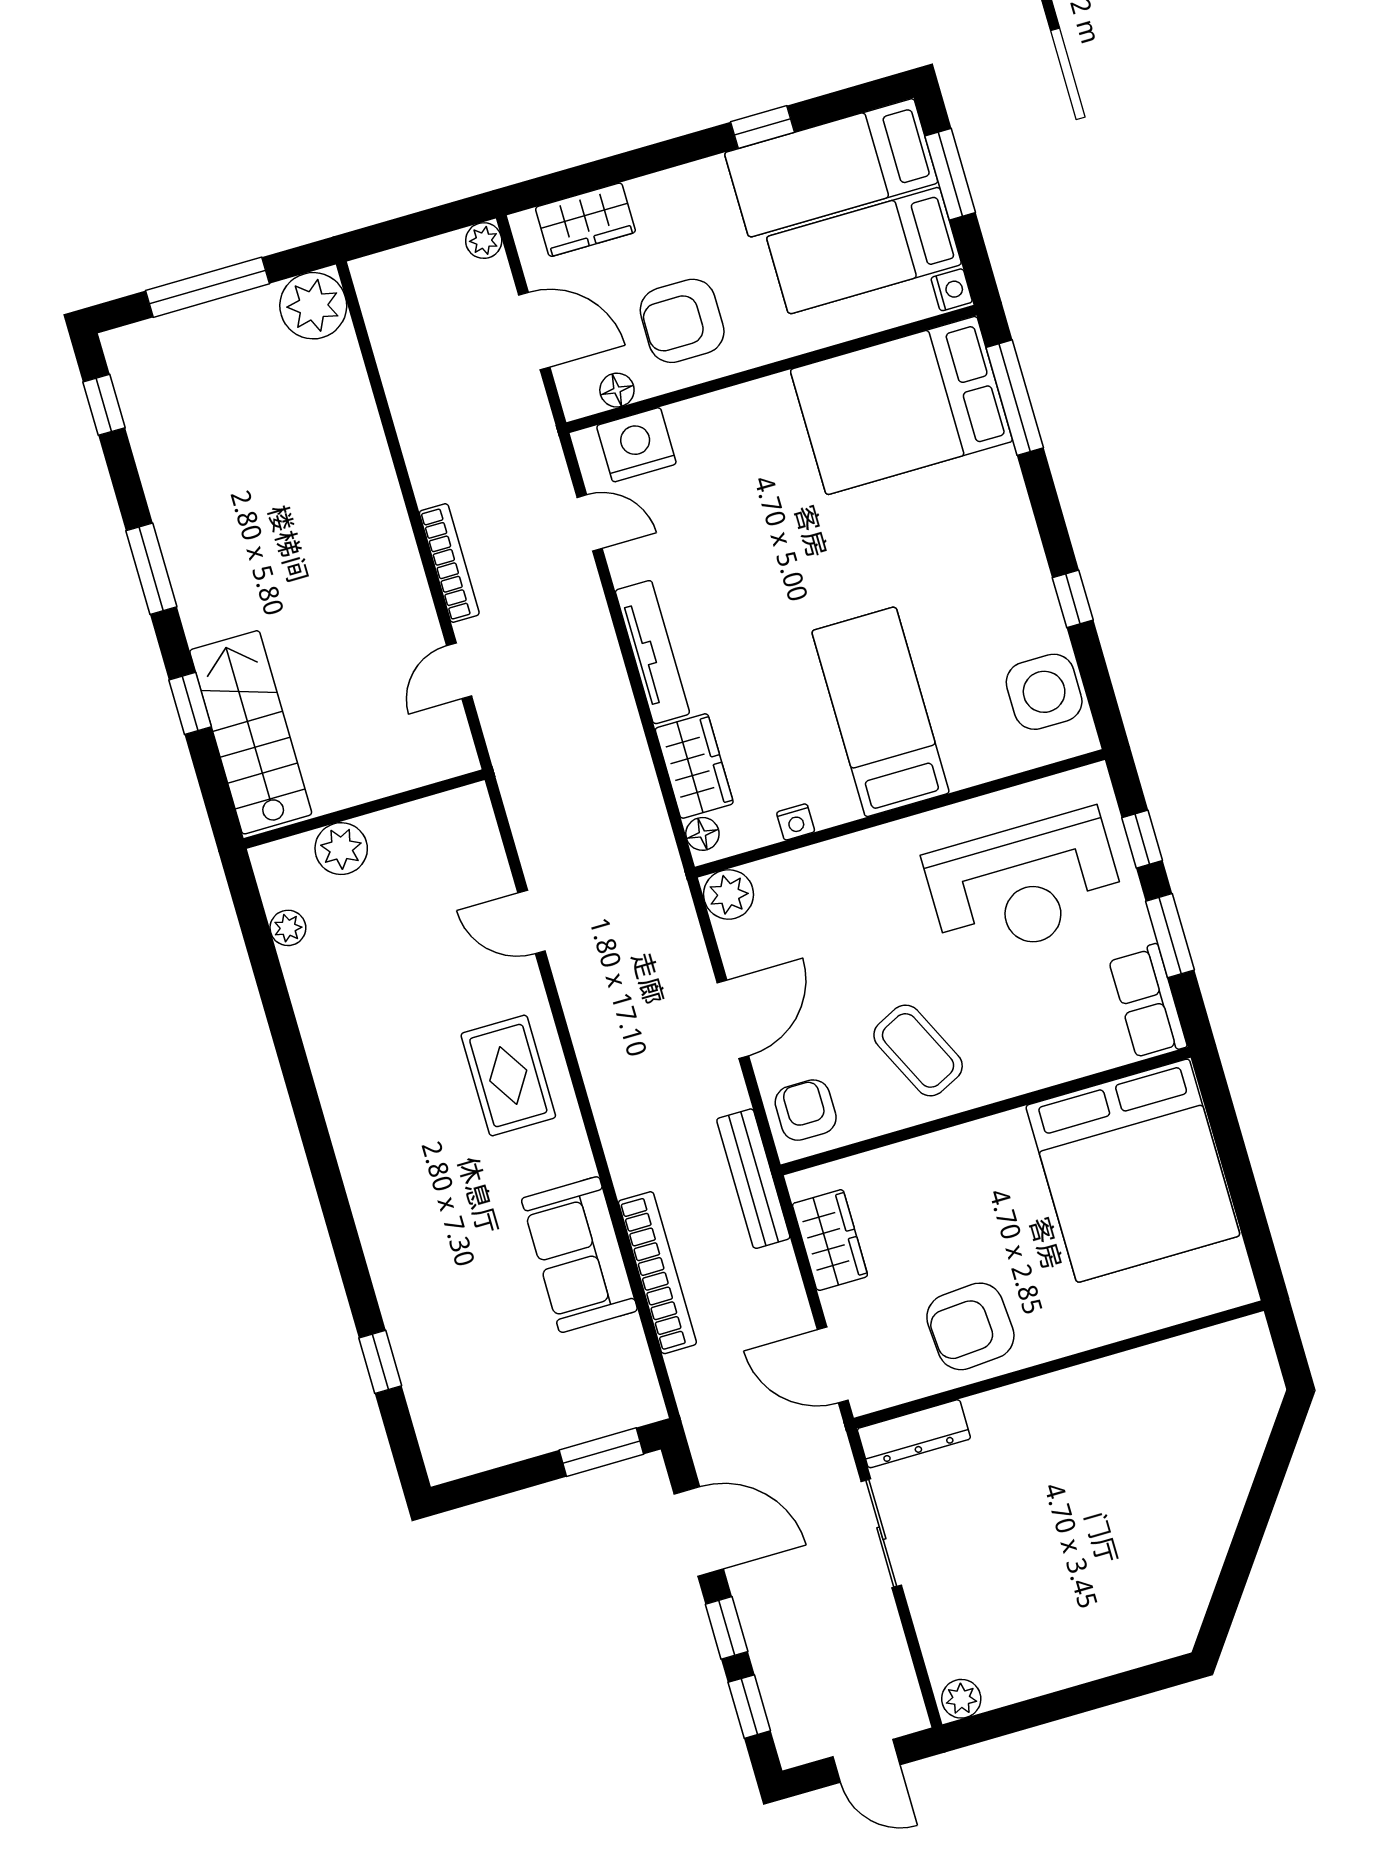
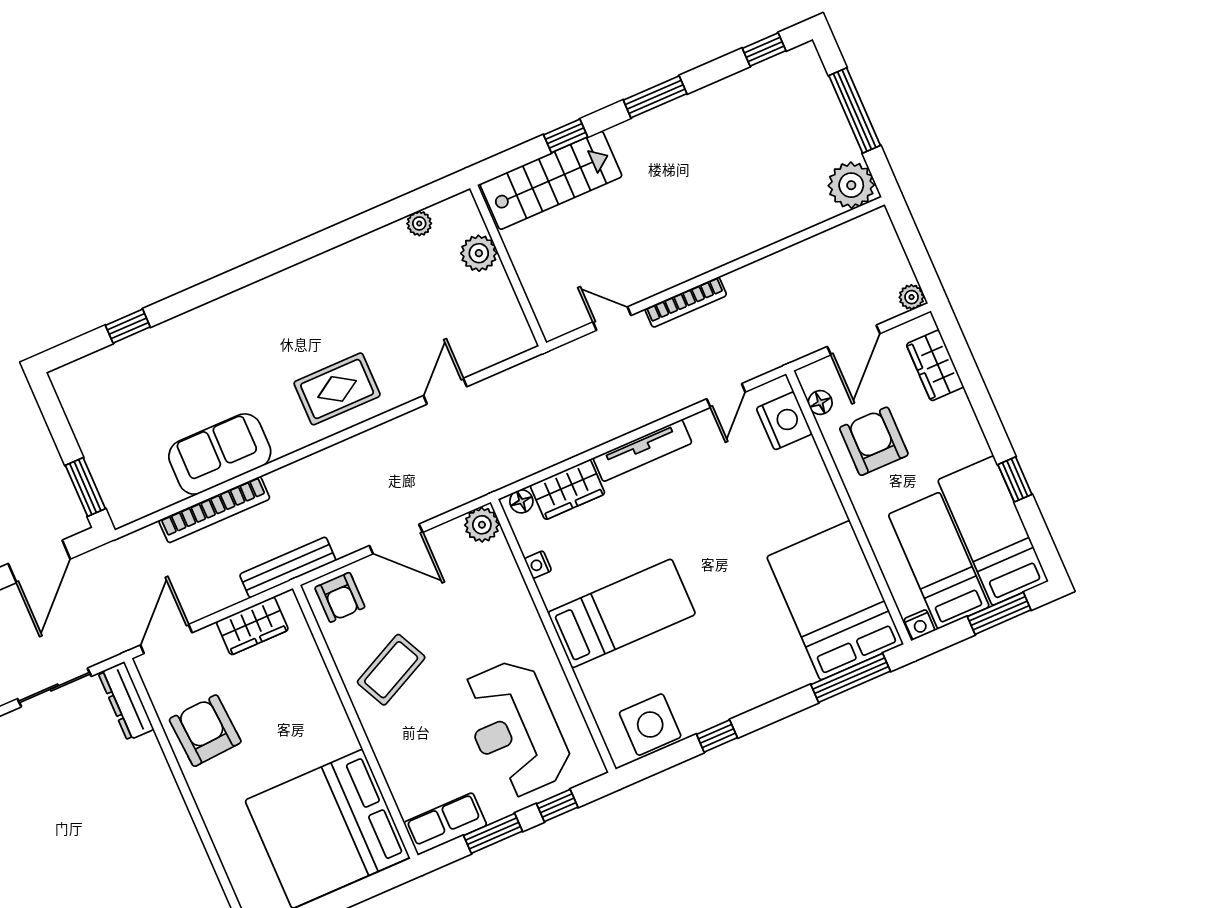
armchair: (806, 1110) -> (340, 597), turned 90

